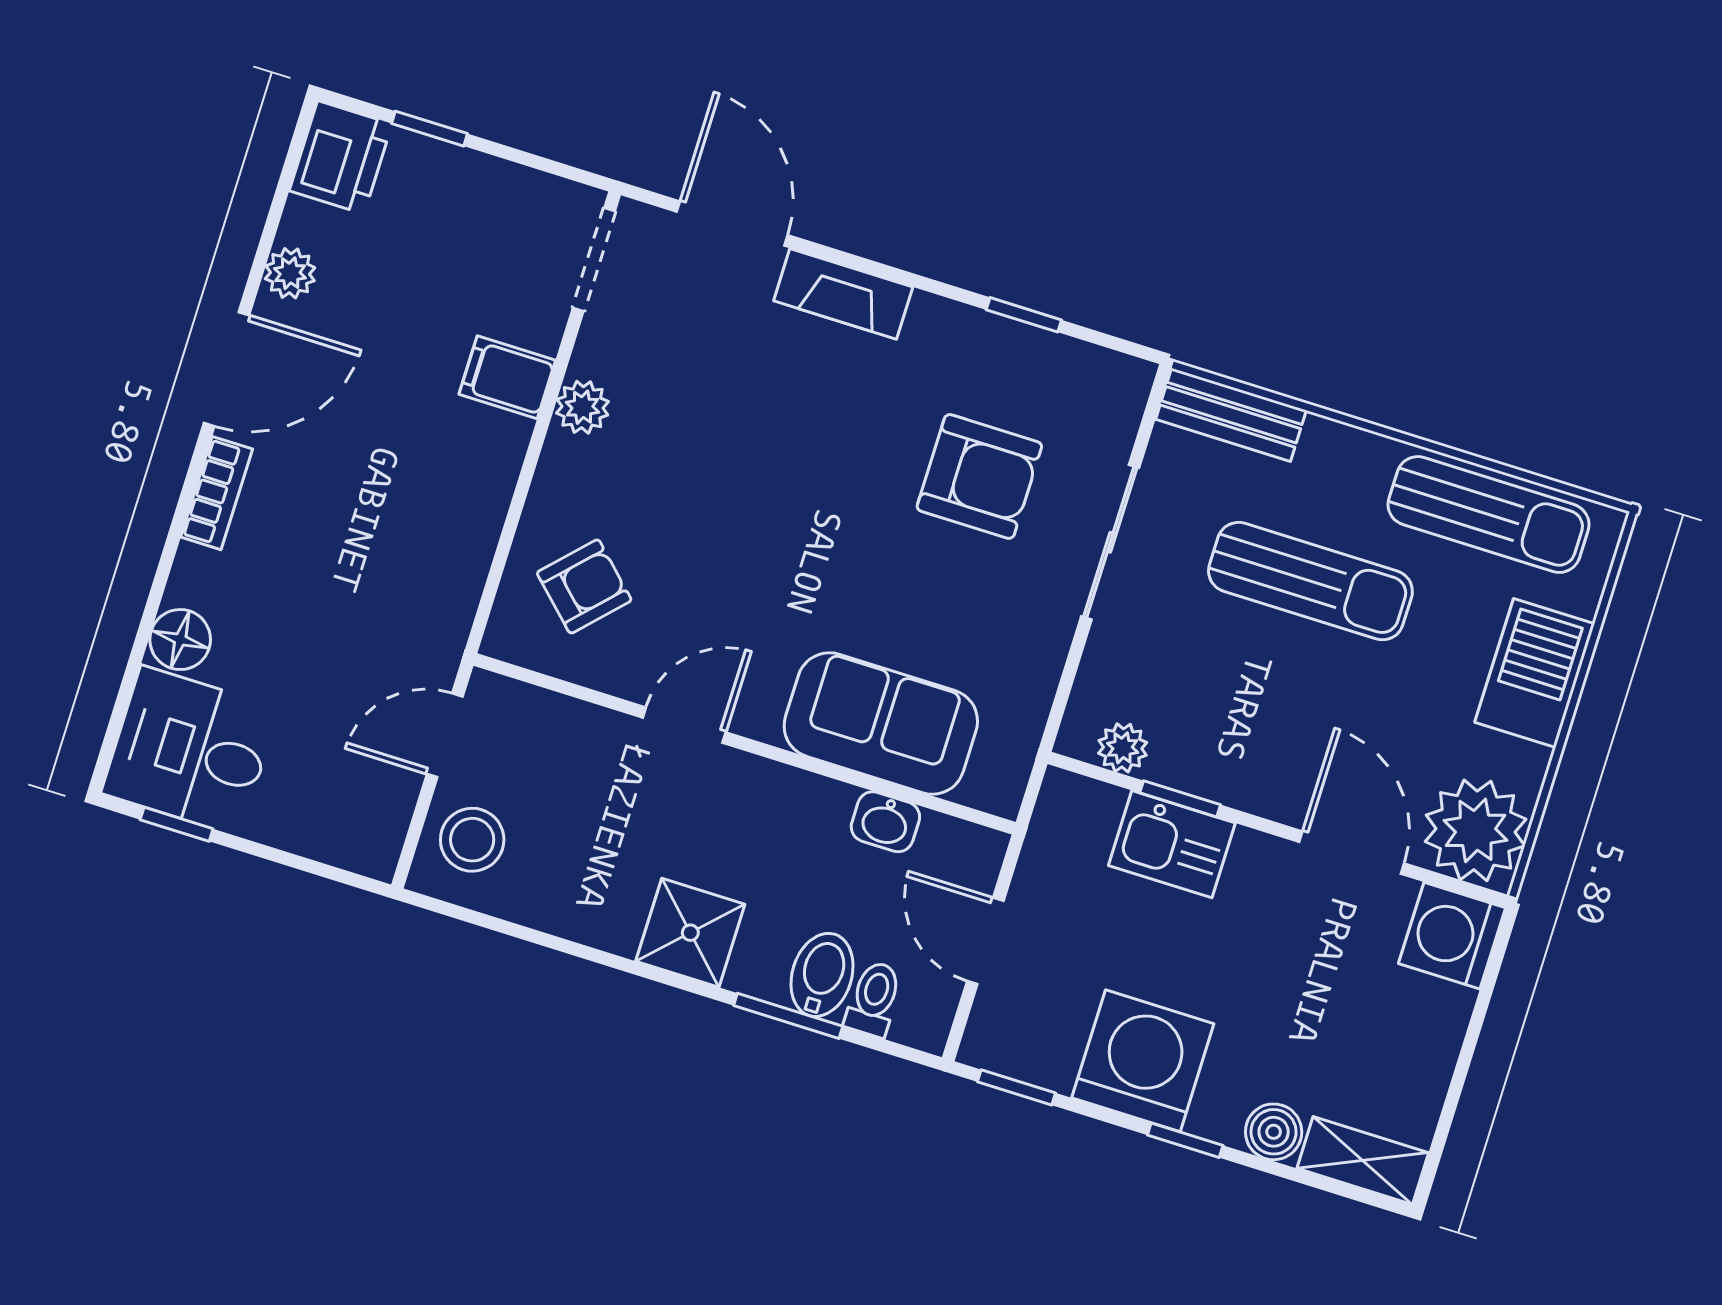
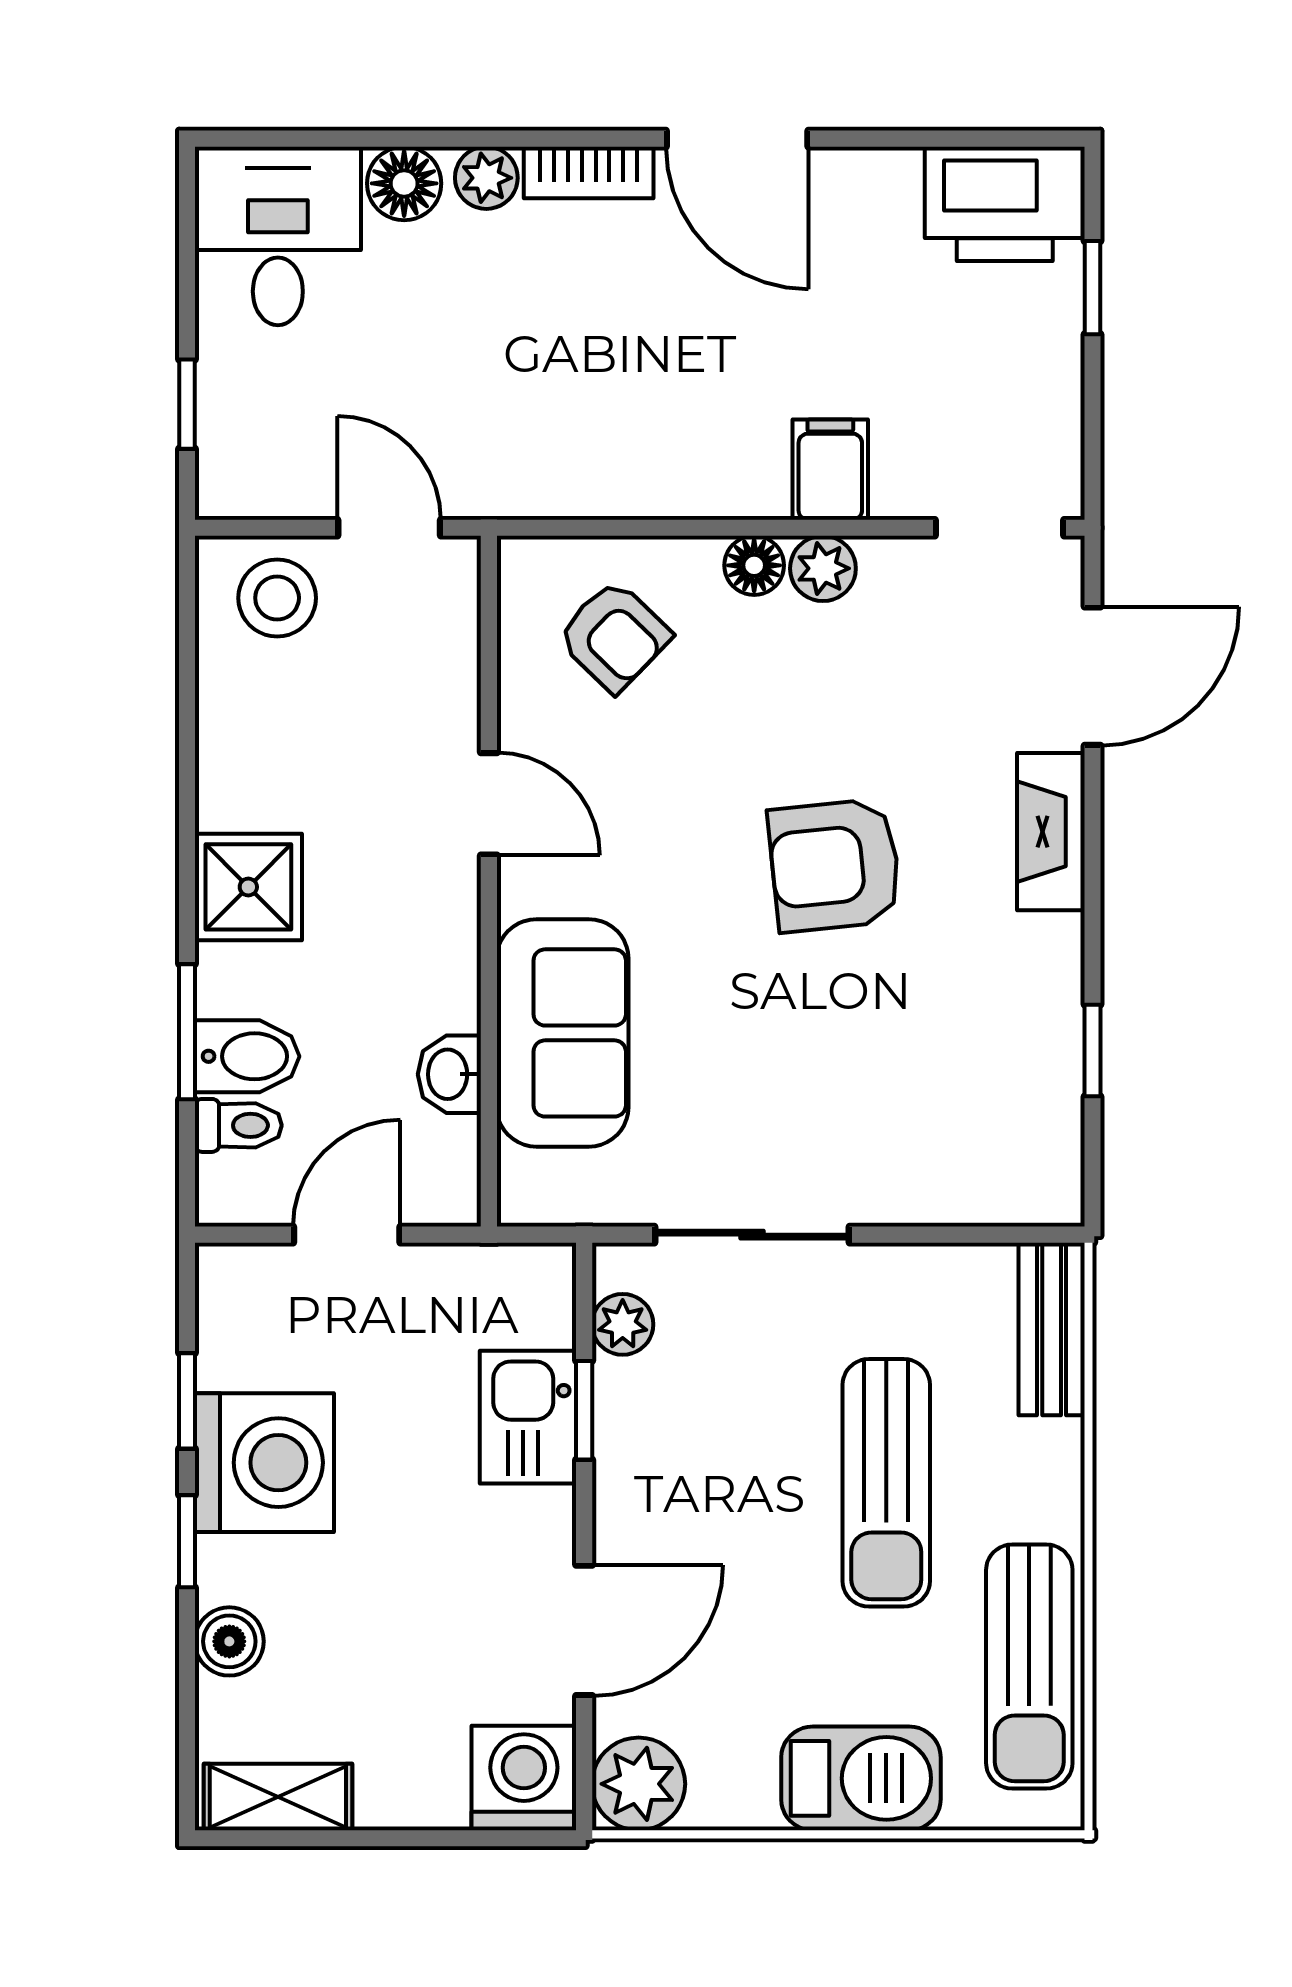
printer: (341, 157) -> (1005, 204), width x1.37, depth x1.19
plant: (290, 273) -> (486, 178), moved
floor lamp: (563, 460) -> (754, 565), added
armchair: (979, 476) -> (835, 865), moved, turned 84
sliding door: (1110, 542) -> (752, 1235), moved
window: (177, 824) -> (187, 404), moved
plant: (1476, 830) -> (639, 1784), width x0.73, depth x0.73
window: (1016, 1087) -> (187, 1401), moved
shelving: (1363, 1161) -> (278, 1797), moved, turned 90

